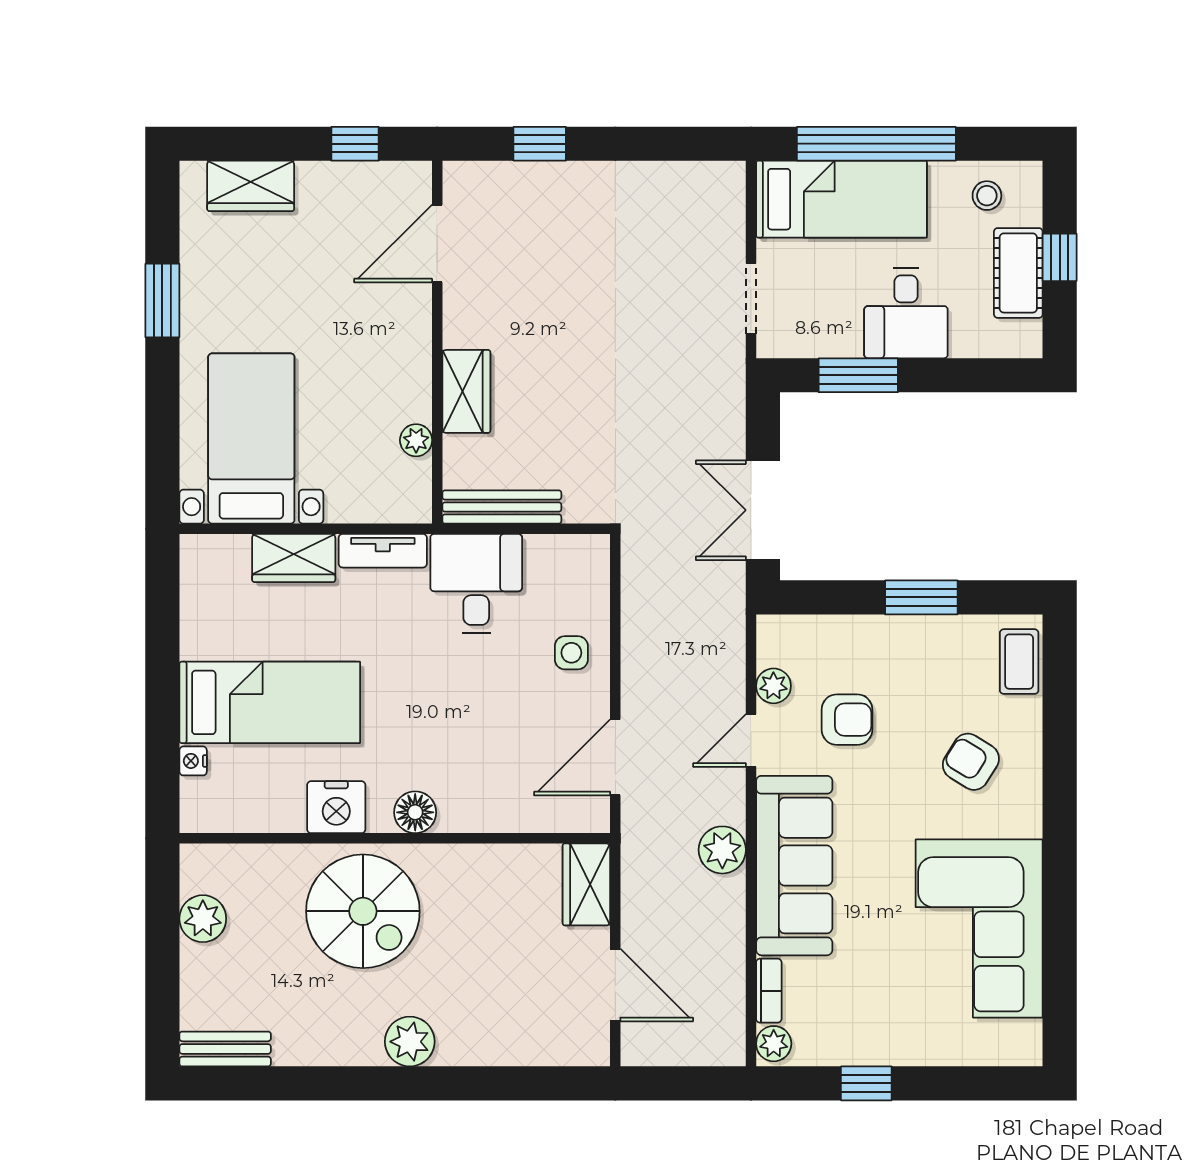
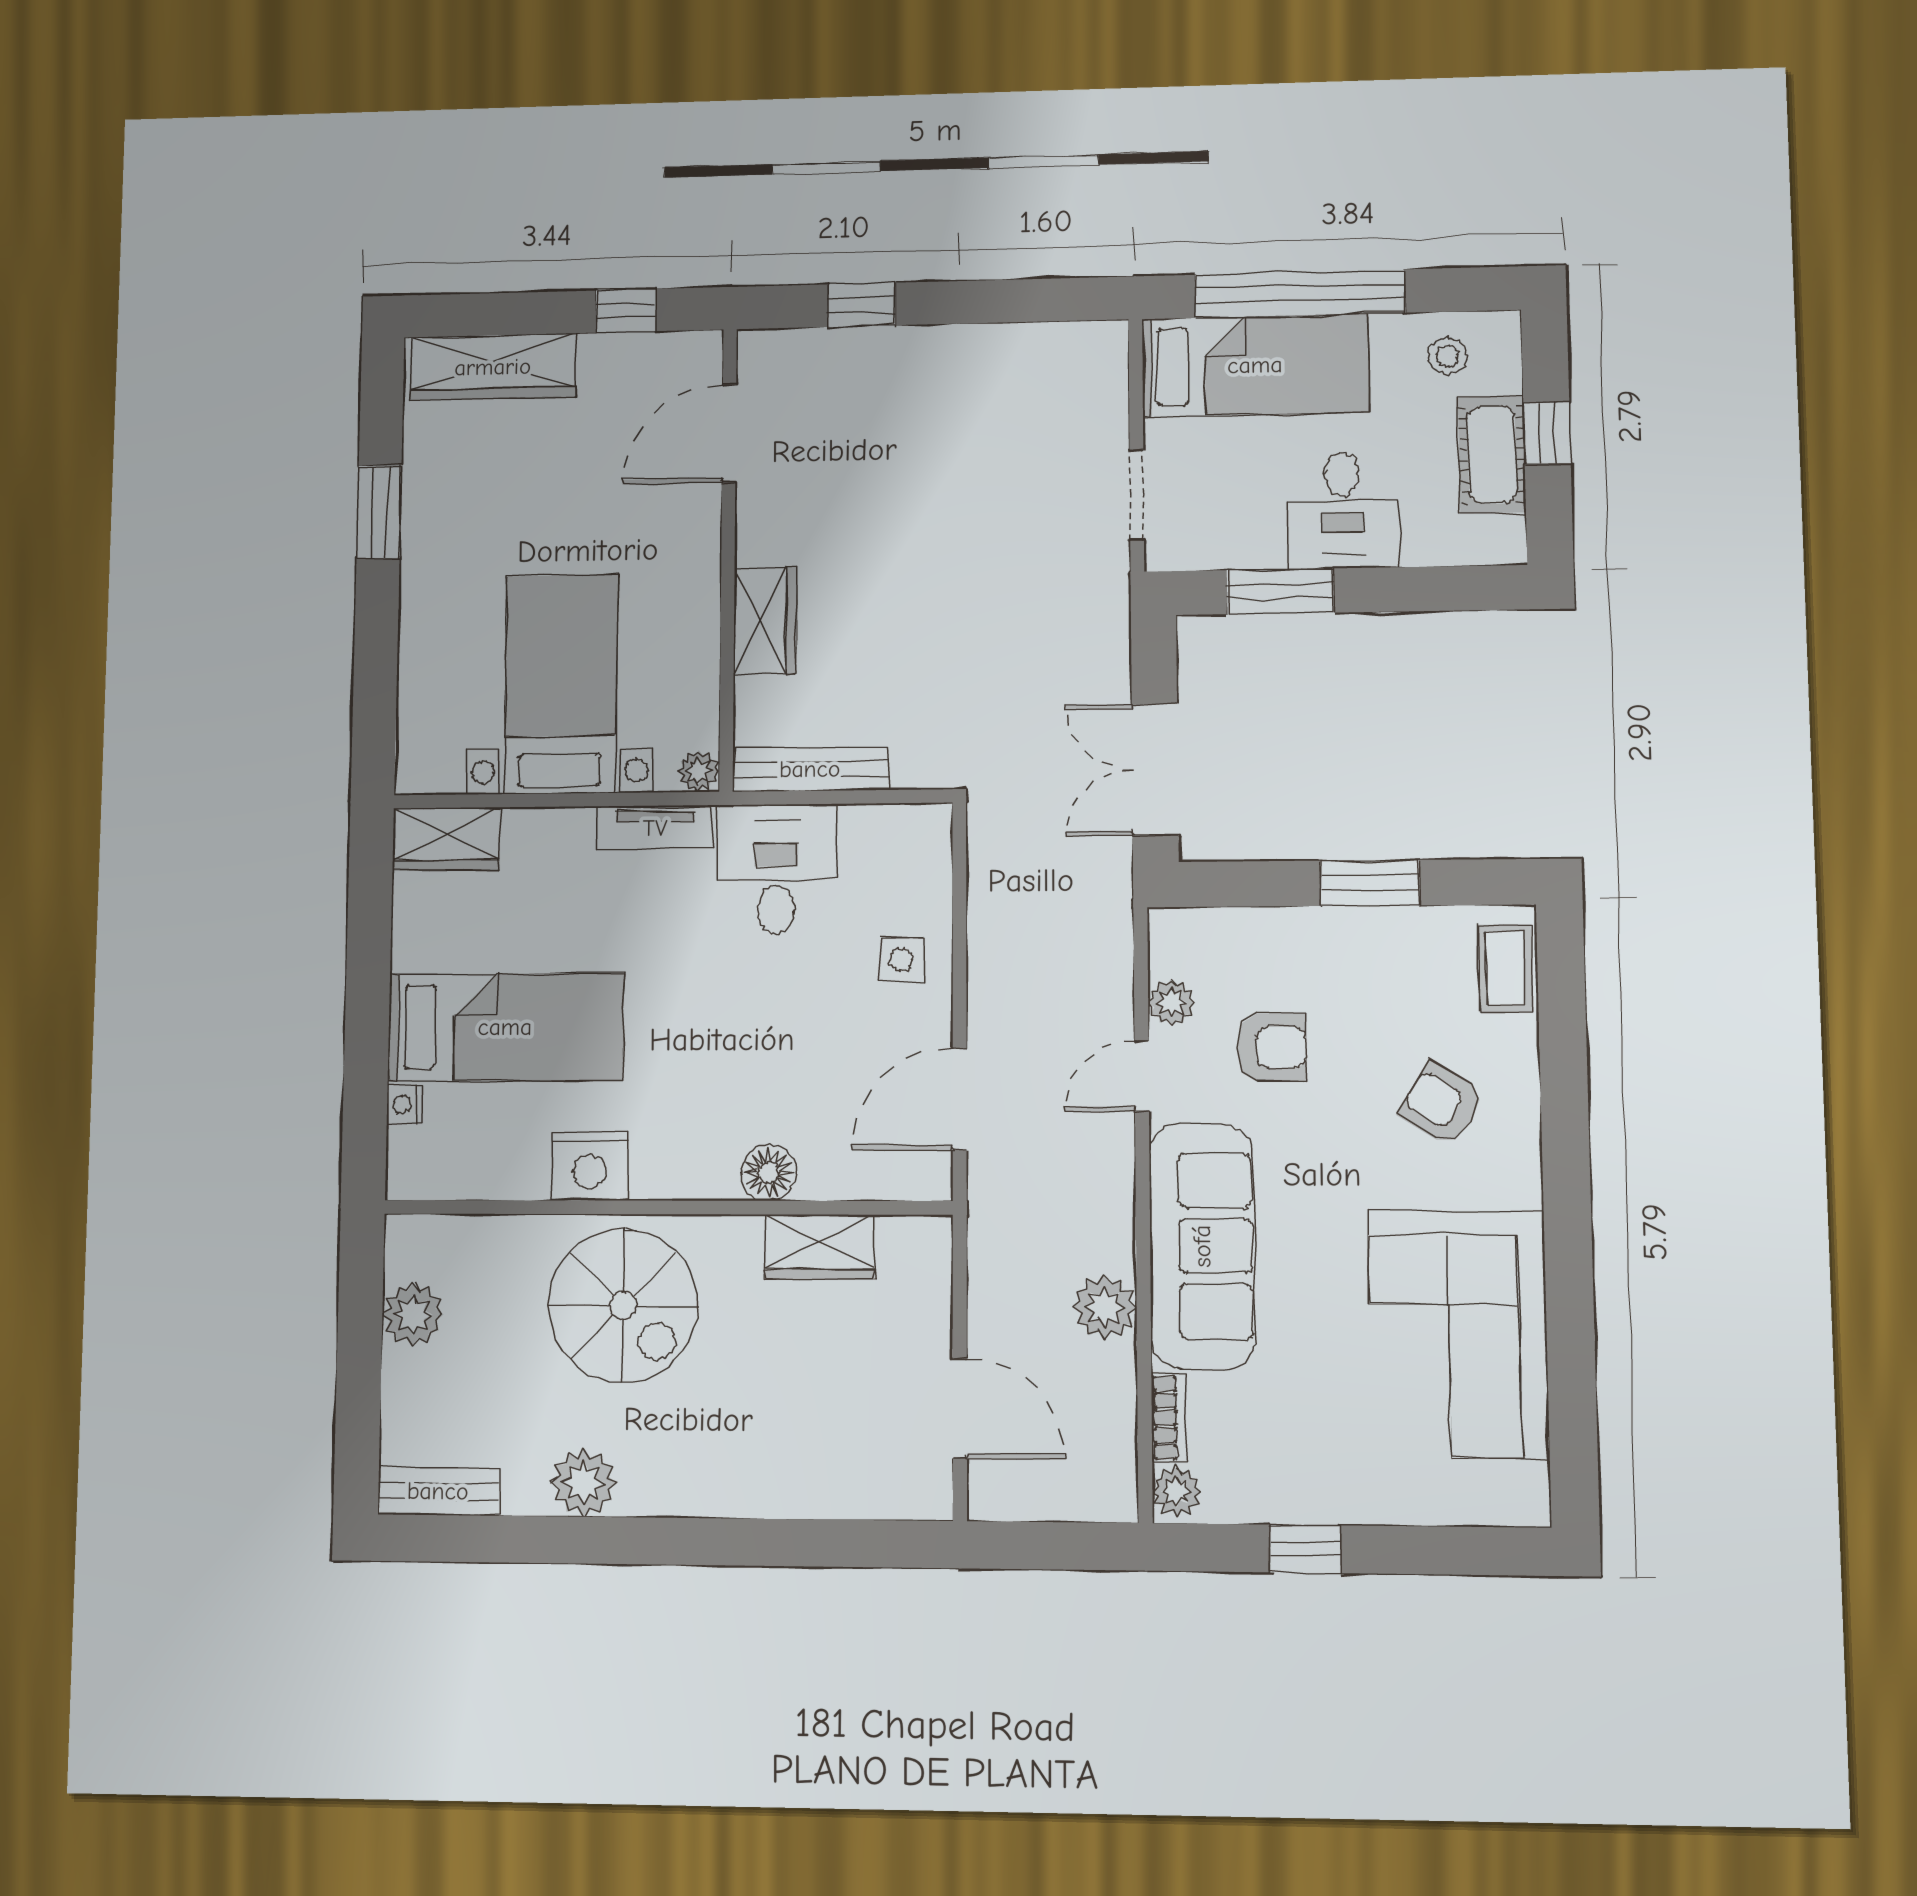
wardrobe: (251, 186) -> (493, 367), width x1.50
bed with nightstands: (251, 439) -> (561, 684), moved
plant: (416, 440) -> (699, 771), moved
wardrobe: (294, 558) -> (446, 839), moved
floor lamp: (415, 812) -> (769, 1173), moved
plant: (722, 850) -> (1105, 1307), moved
wardrobe: (586, 884) -> (820, 1247), moved, turned -90
plant: (410, 1042) -> (584, 1483), moved

